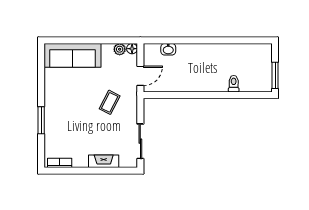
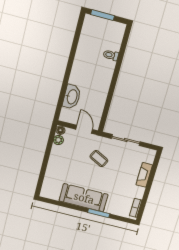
washbasin: (168, 49) -> (72, 97), width x1.91, depth x1.45
sofa: (72, 55) -> (84, 198), moved, turned -90
window: (275, 75) -> (103, 15), moved
sliding door: (140, 141) -> (126, 140), moved

